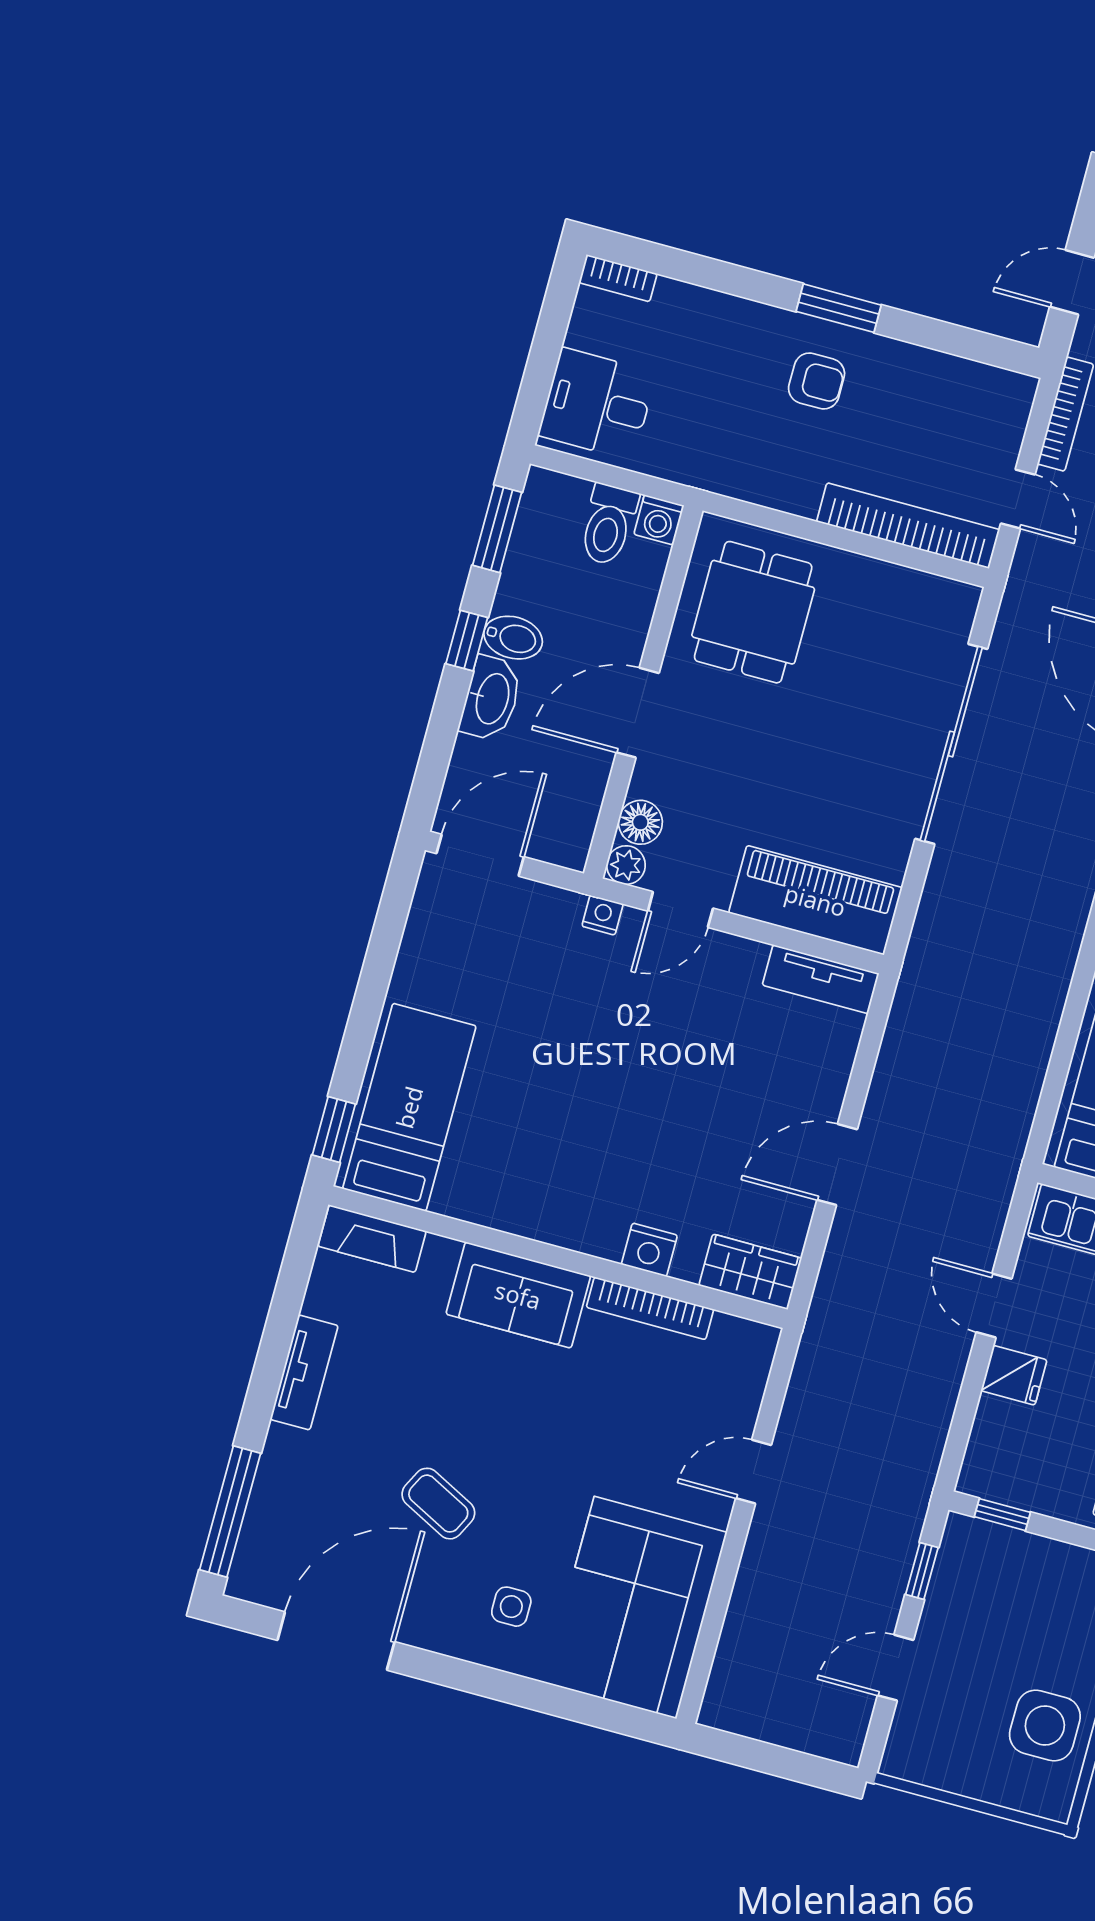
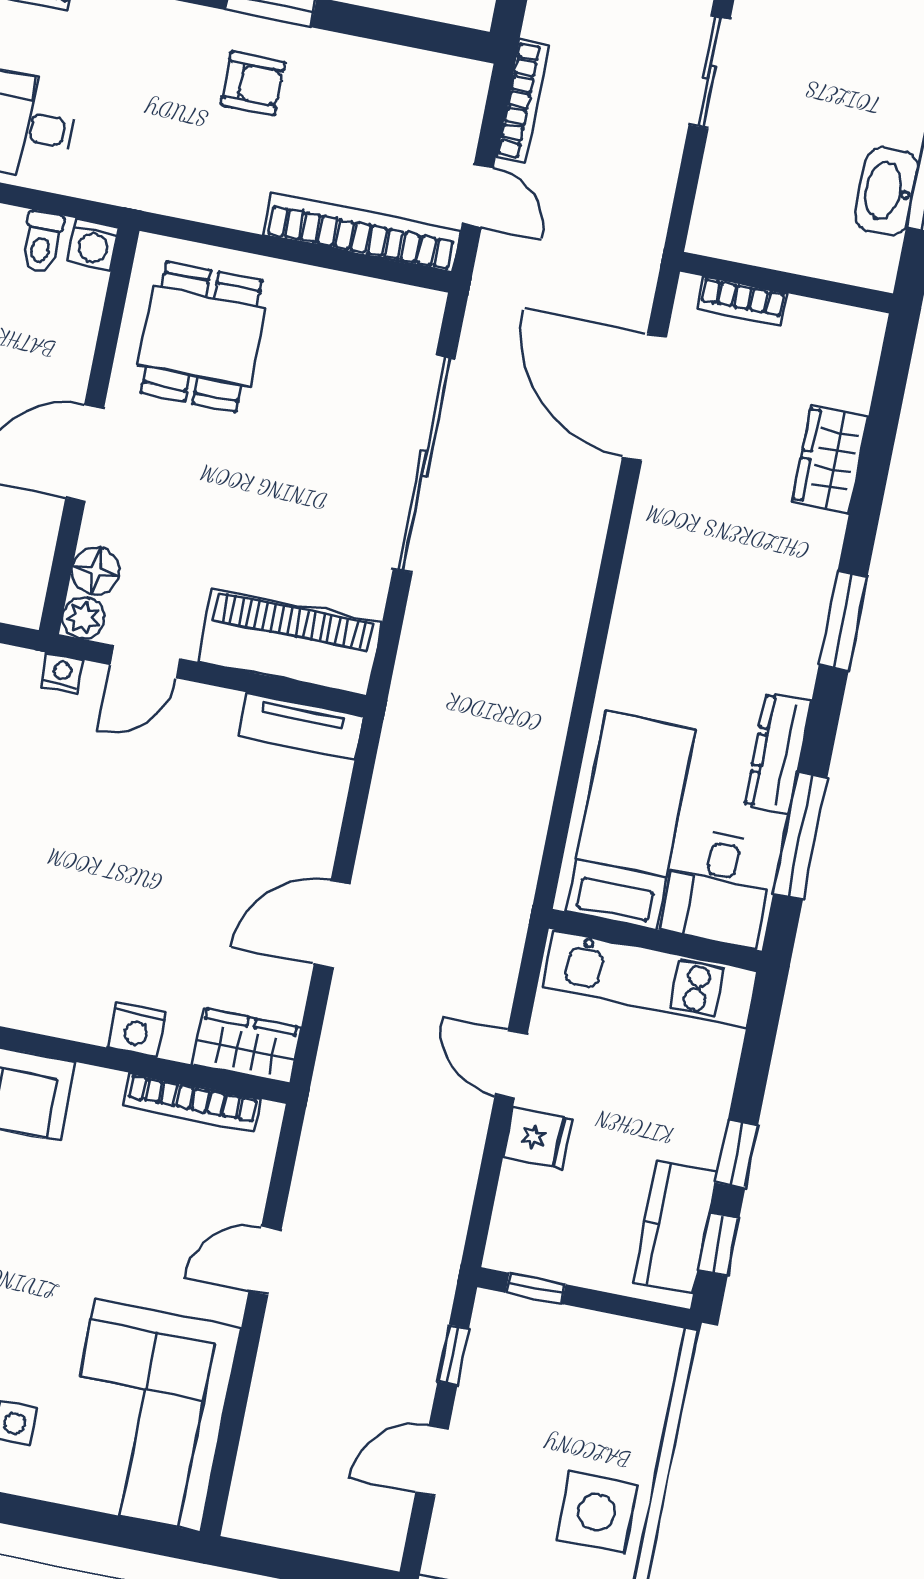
toilet: (608, 525) -> (42, 242), width x0.73, depth x0.72
bookcase: (650, 1308) -> (192, 1103), moved

